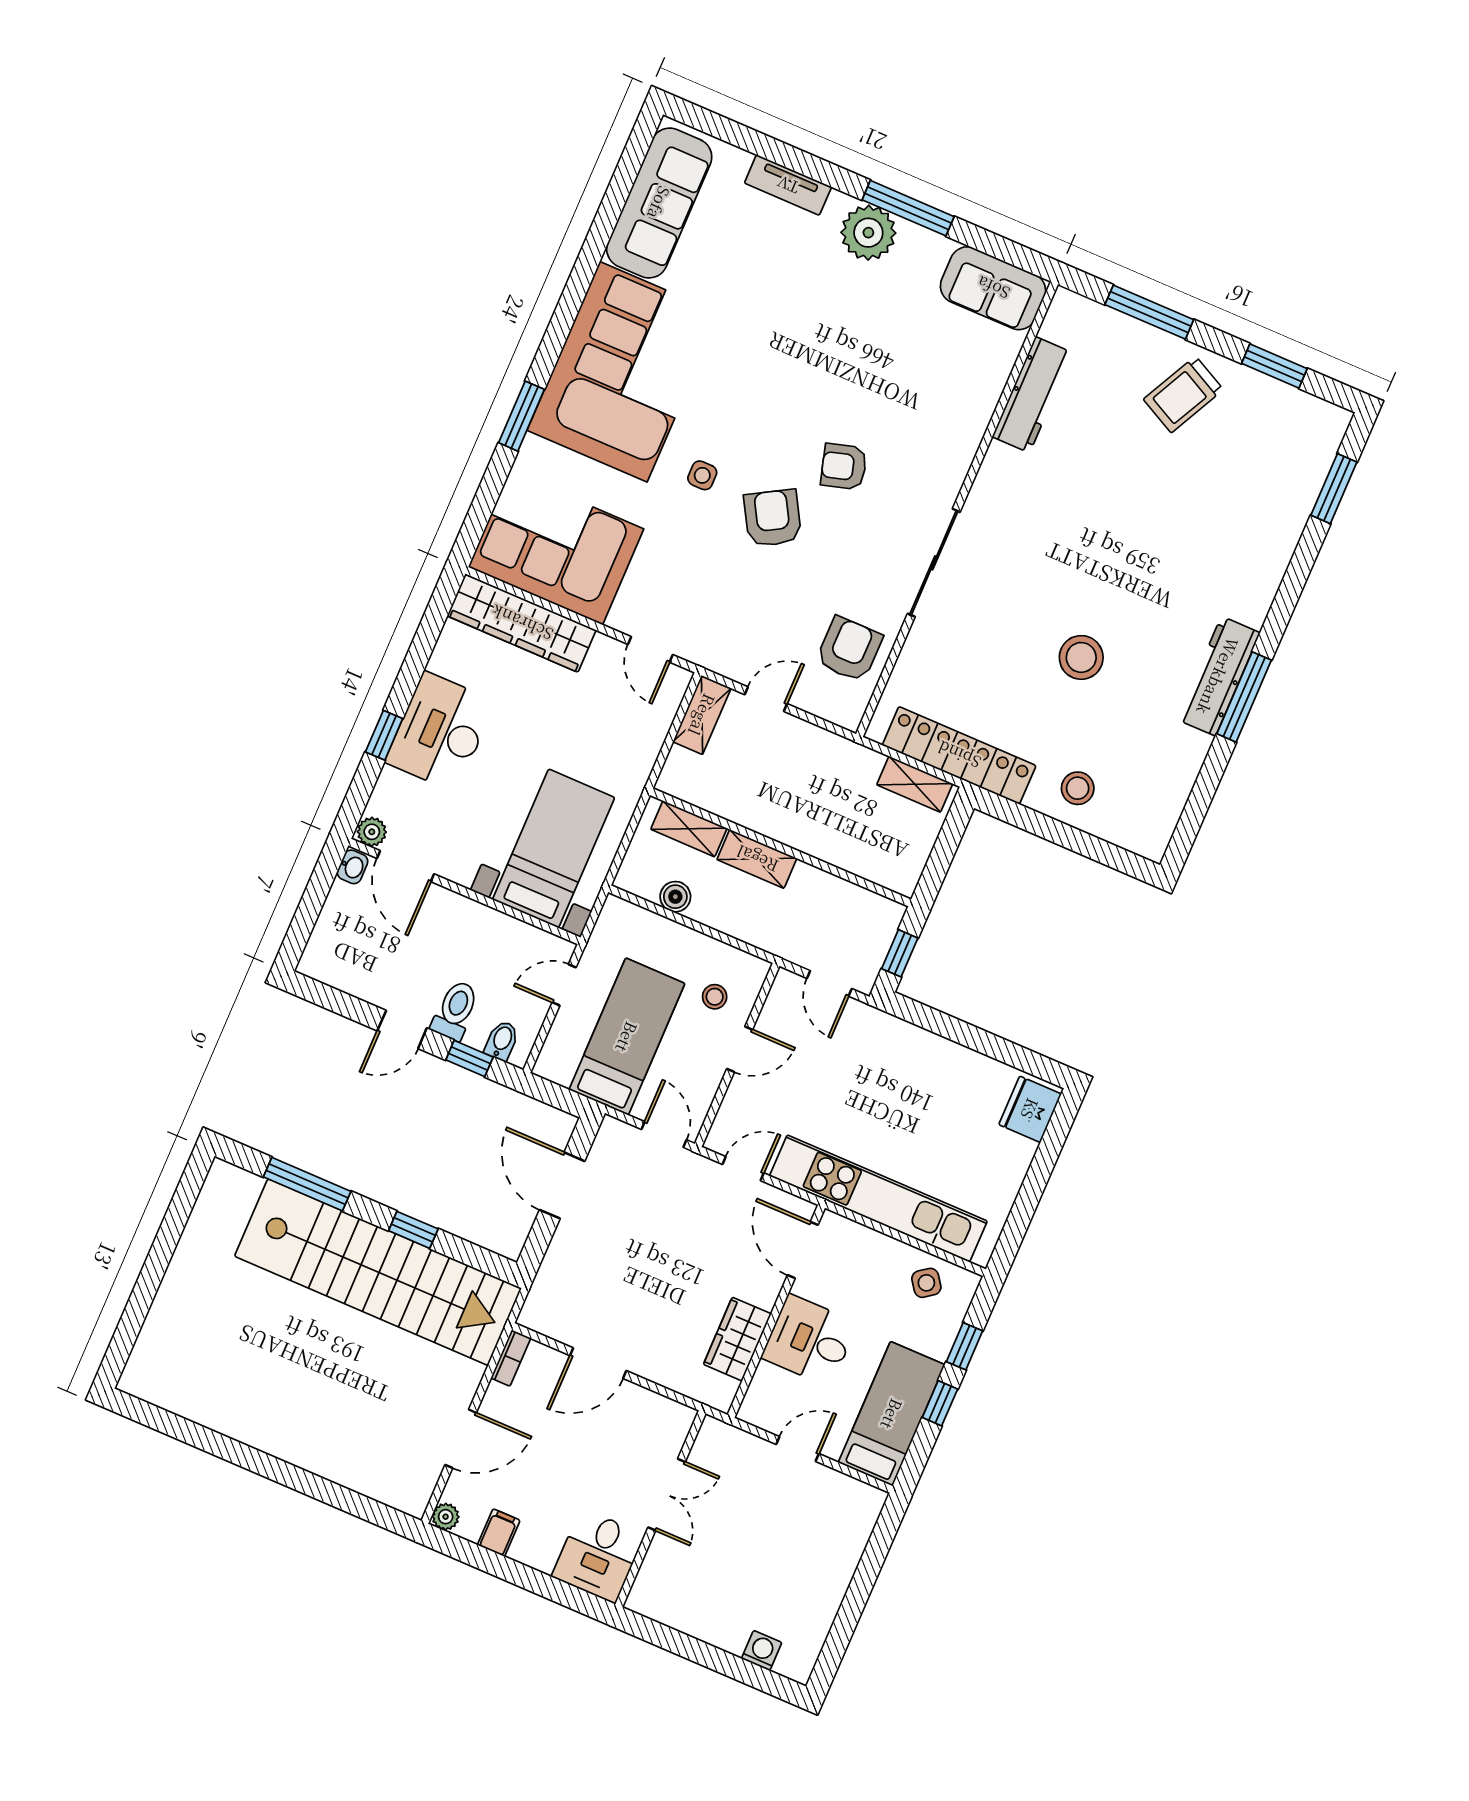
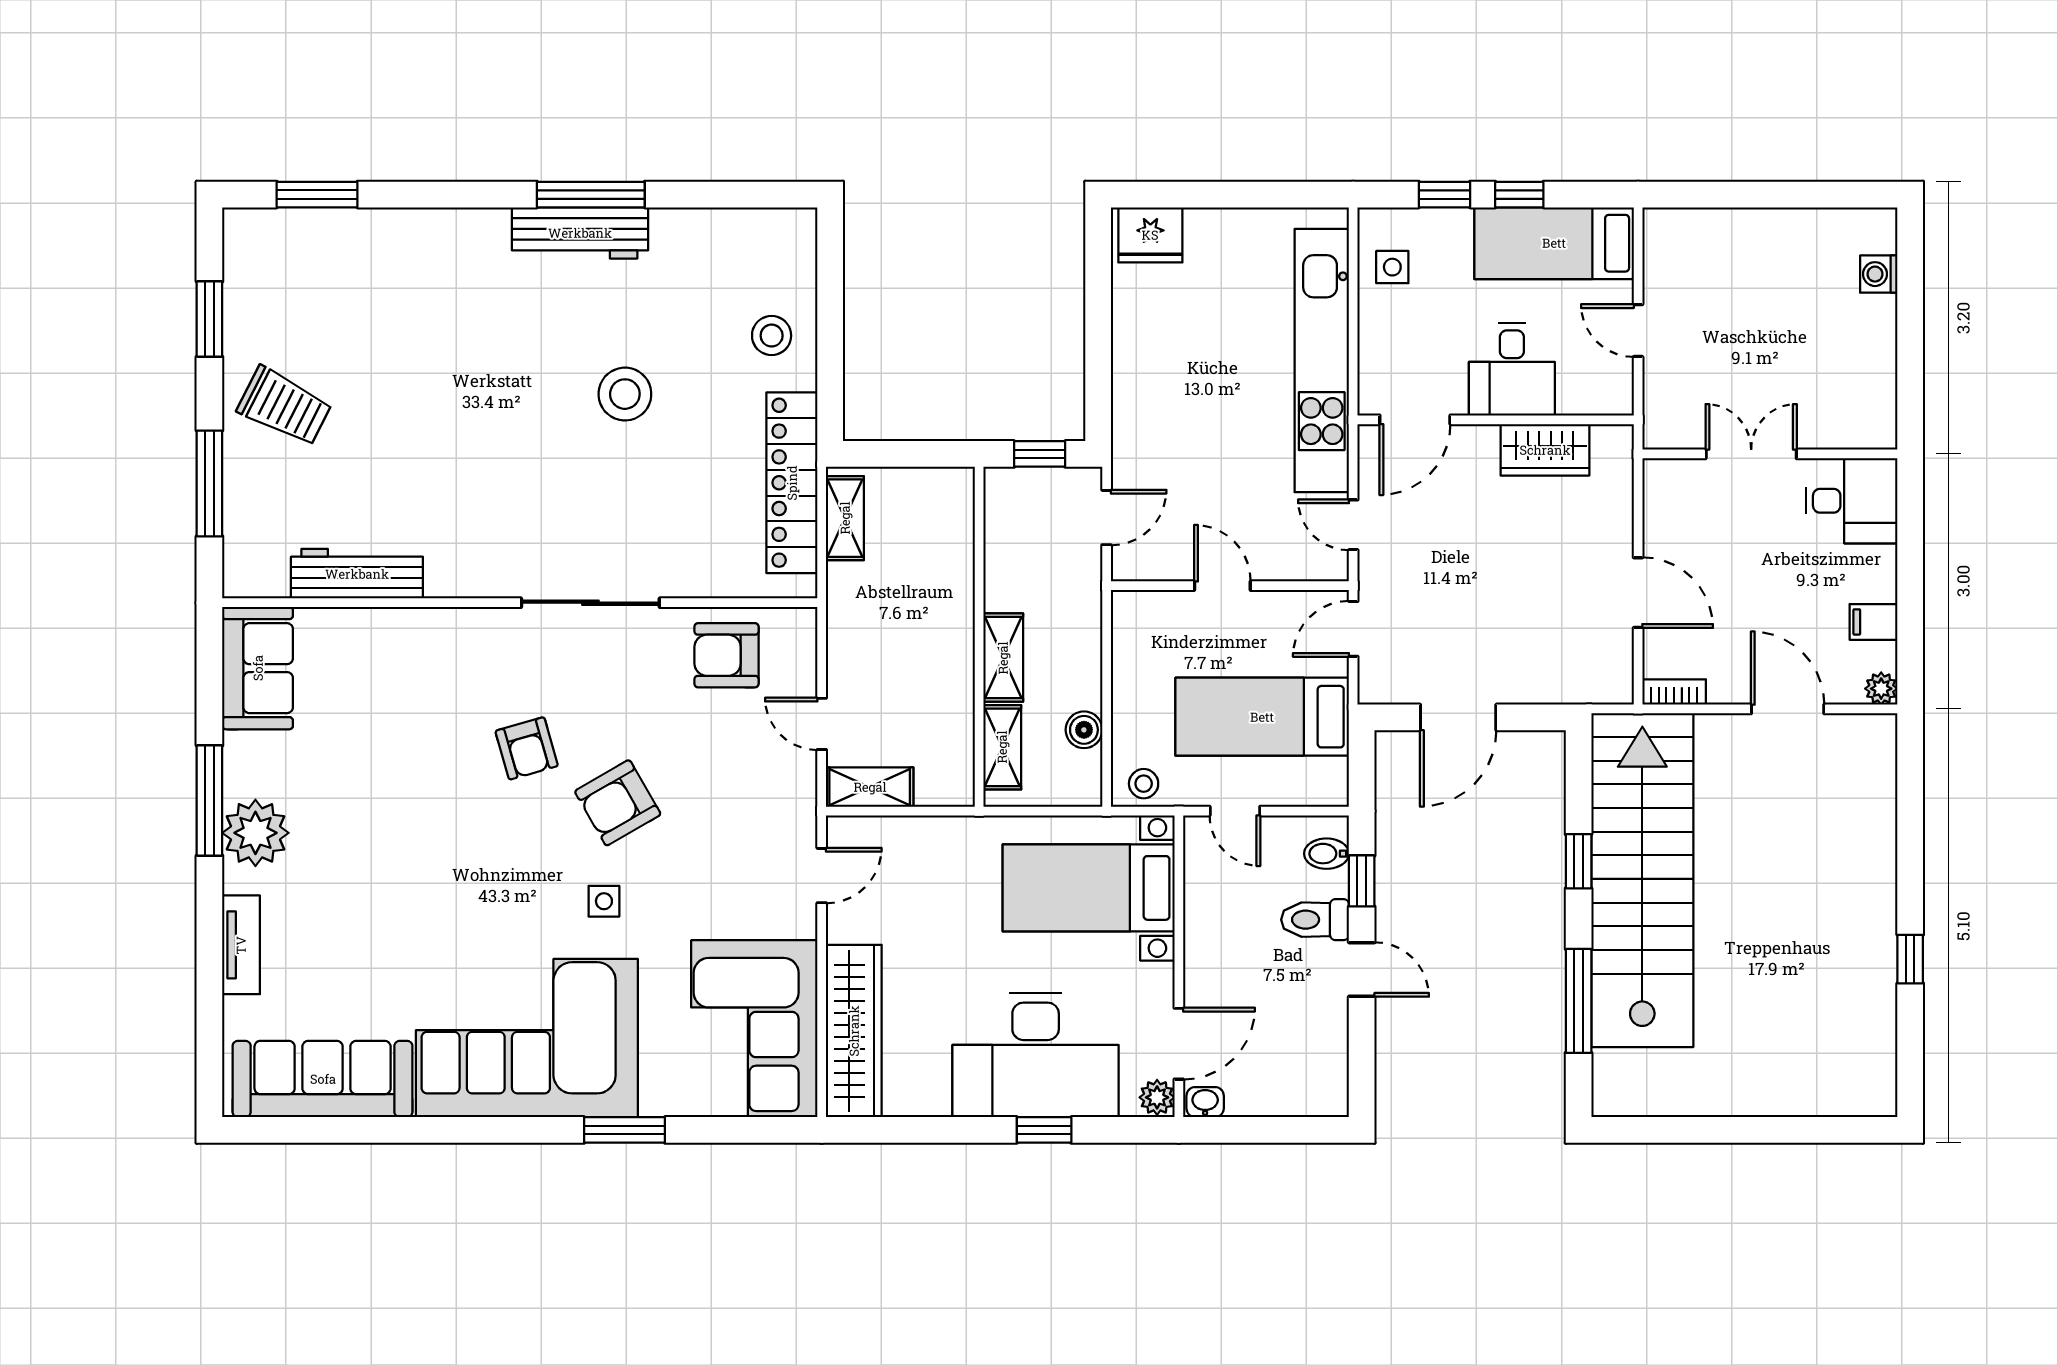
desk: (440, 732) -> (1036, 1055), width x1.36, depth x1.30
stool: (715, 997) -> (1144, 784), moved
side table: (926, 1283) -> (1392, 267), turned 36
window: (230, 1450) -> (1910, 959), added

